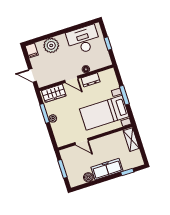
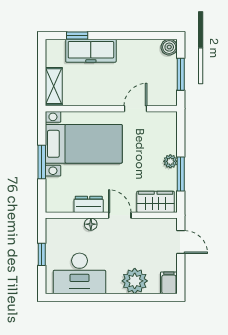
door: (82, 142) -> (136, 109), hinge flipped
freezer: (107, 169) -> (91, 51), moved
boiler: (88, 177) -> (169, 47), moved

